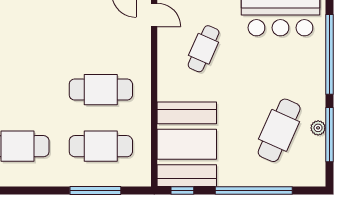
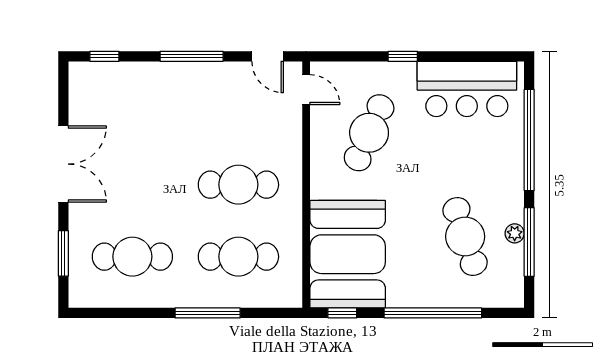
cafe table: (204, 49) -> (369, 133), width x1.37, depth x1.35
cafe table: (279, 130) -> (465, 237), turned -42
window: (95, 190) -> (208, 313), moved

